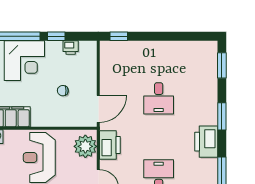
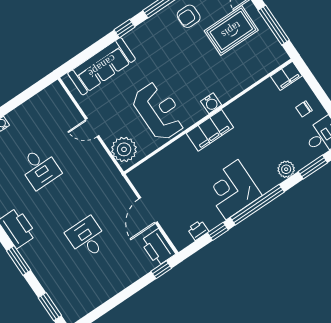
chair: (63, 91) -> (179, 186), removed
door: (98, 109) -> (148, 210), moved
printer: (110, 145) -> (158, 247), moved

